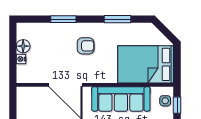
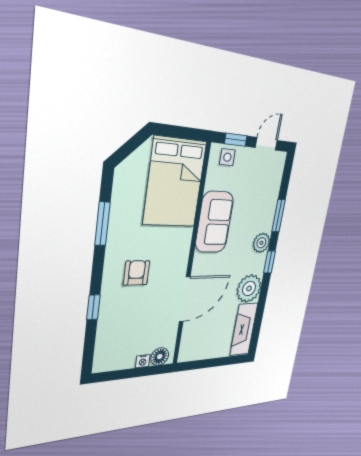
window: (63, 19) -> (93, 307), width x0.67
floor lamp: (23, 46) -> (160, 357), moved
sofa: (121, 99) -> (214, 222), width x0.73

